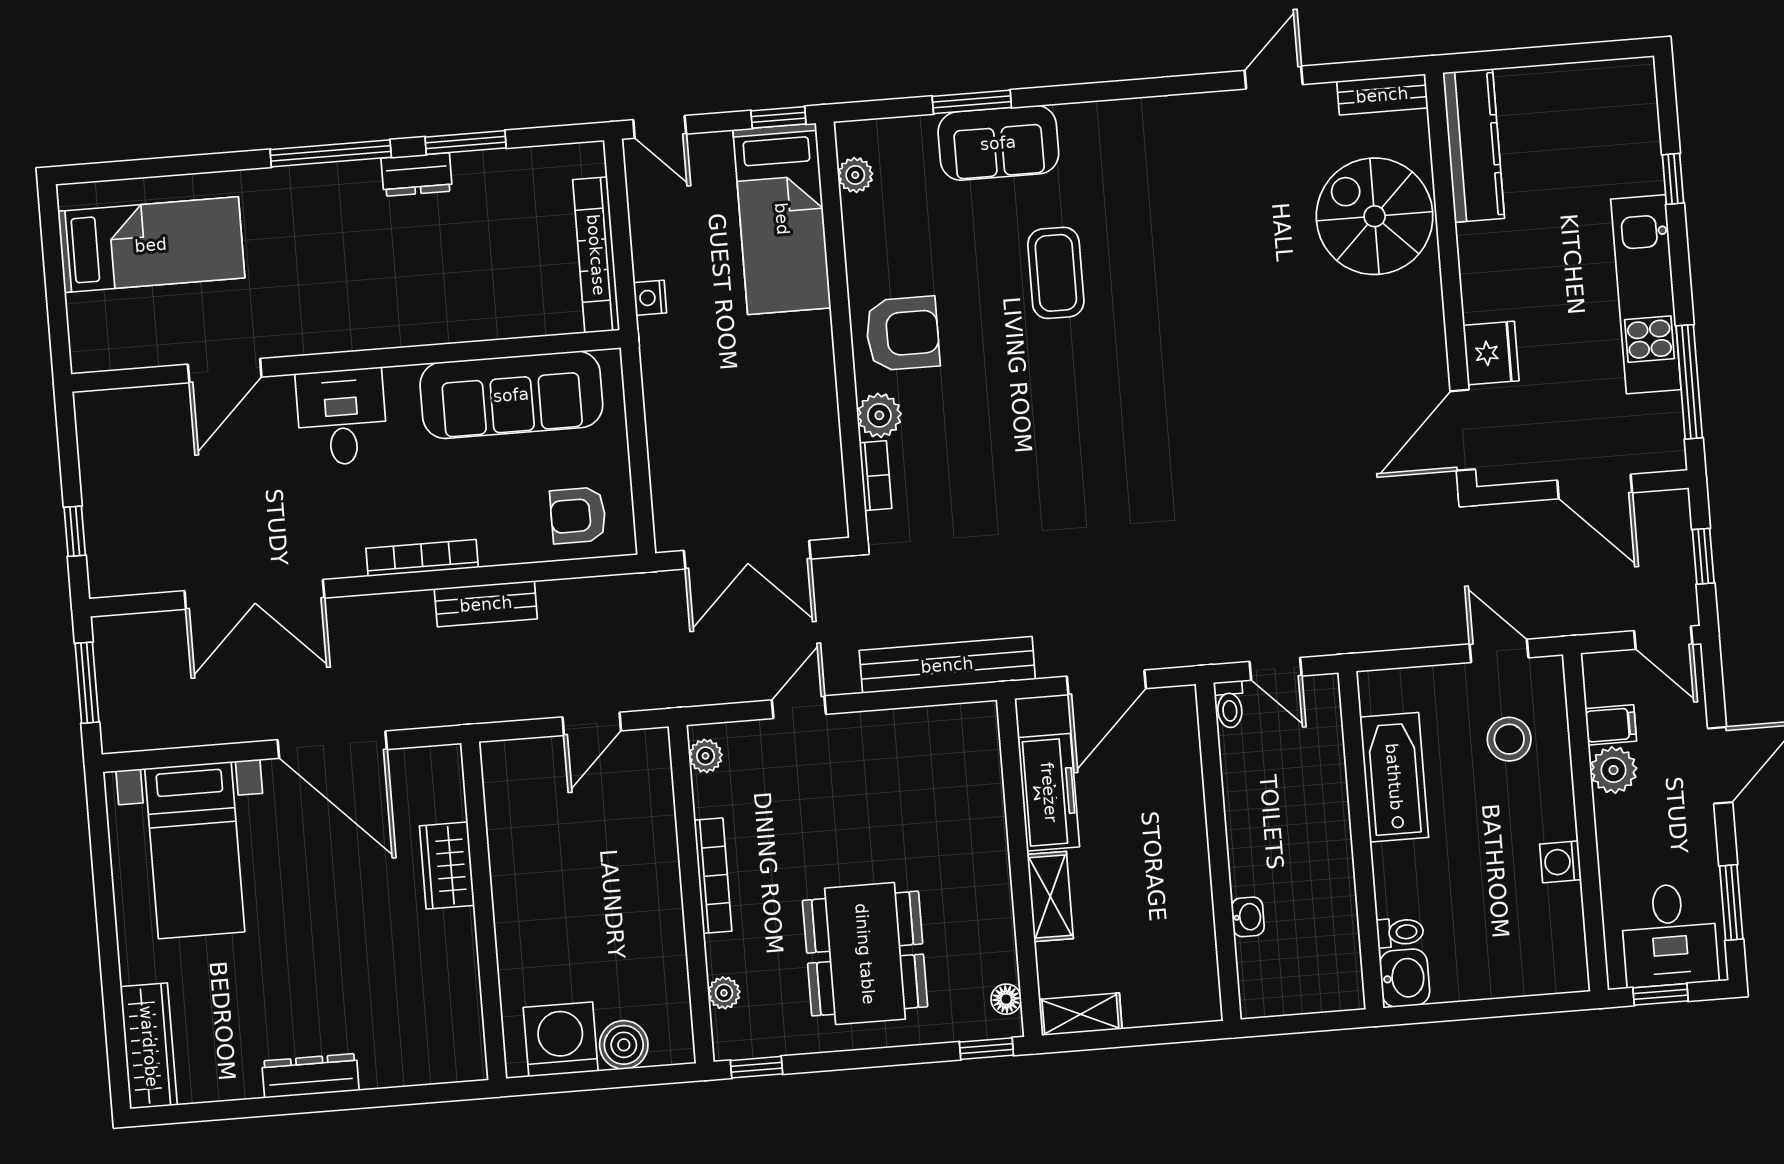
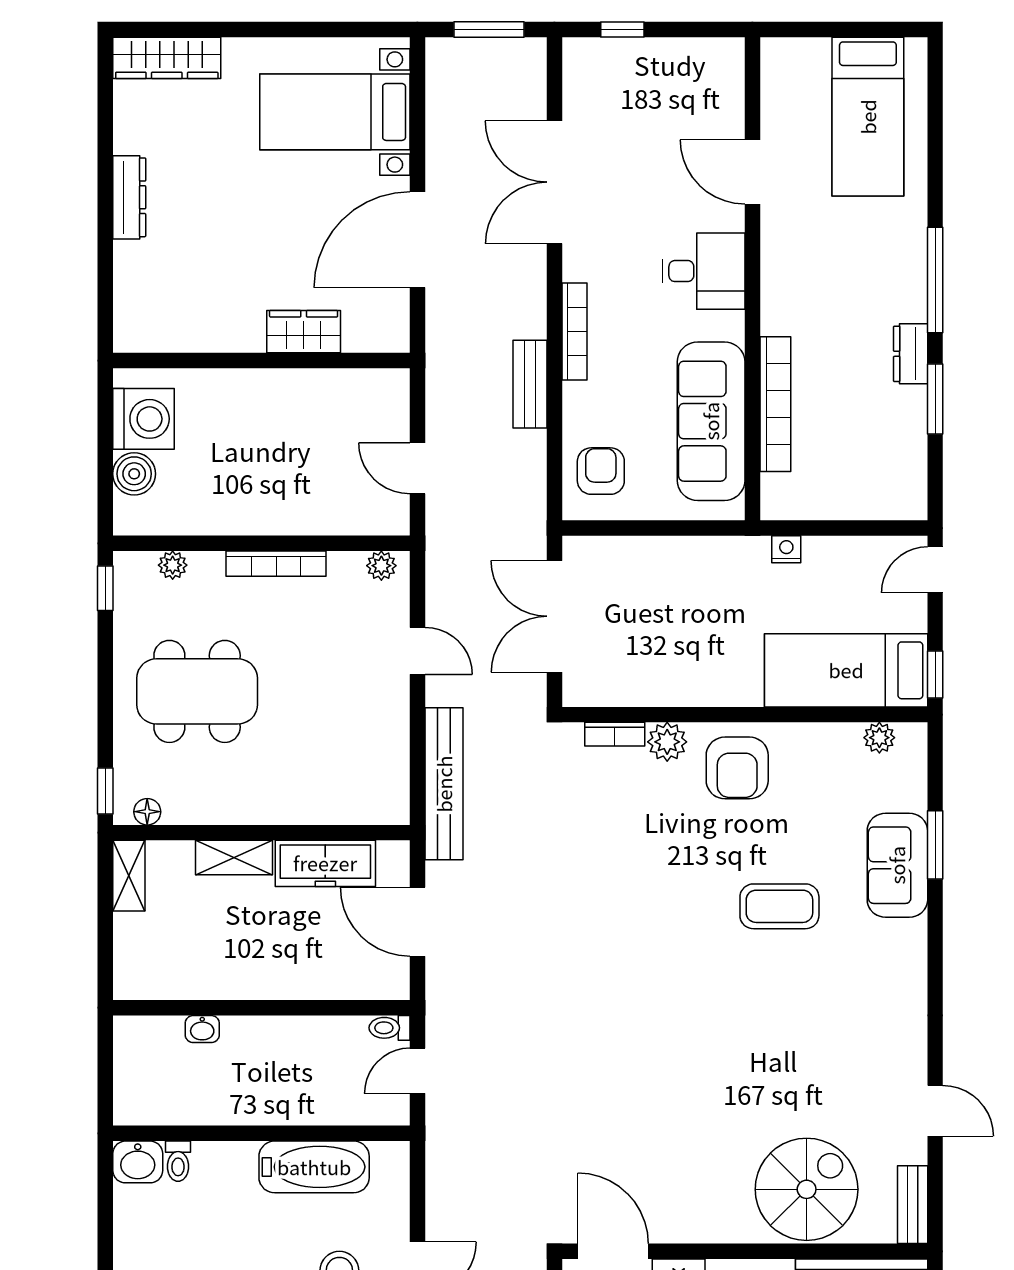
bookcase: (596, 255) -> (775, 404), moved, turned 90

